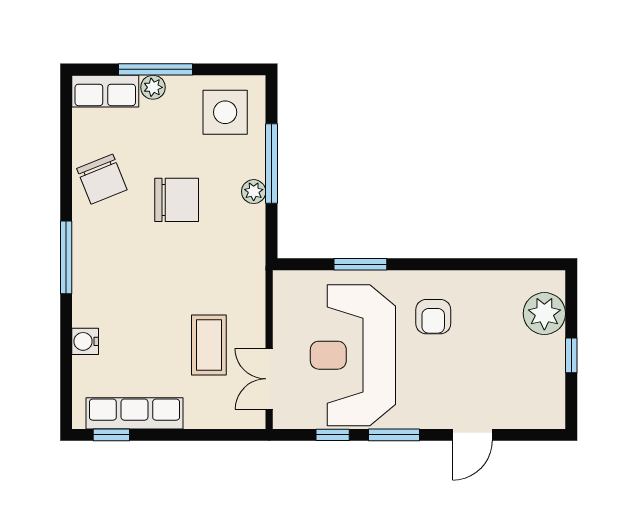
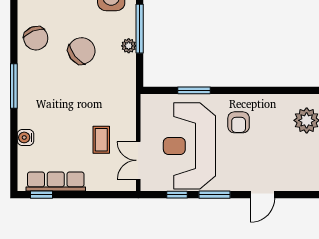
chair: (177, 200) -> (82, 51), turned -38
coffee table: (209, 345) -> (101, 140), width x0.73, depth x0.77

